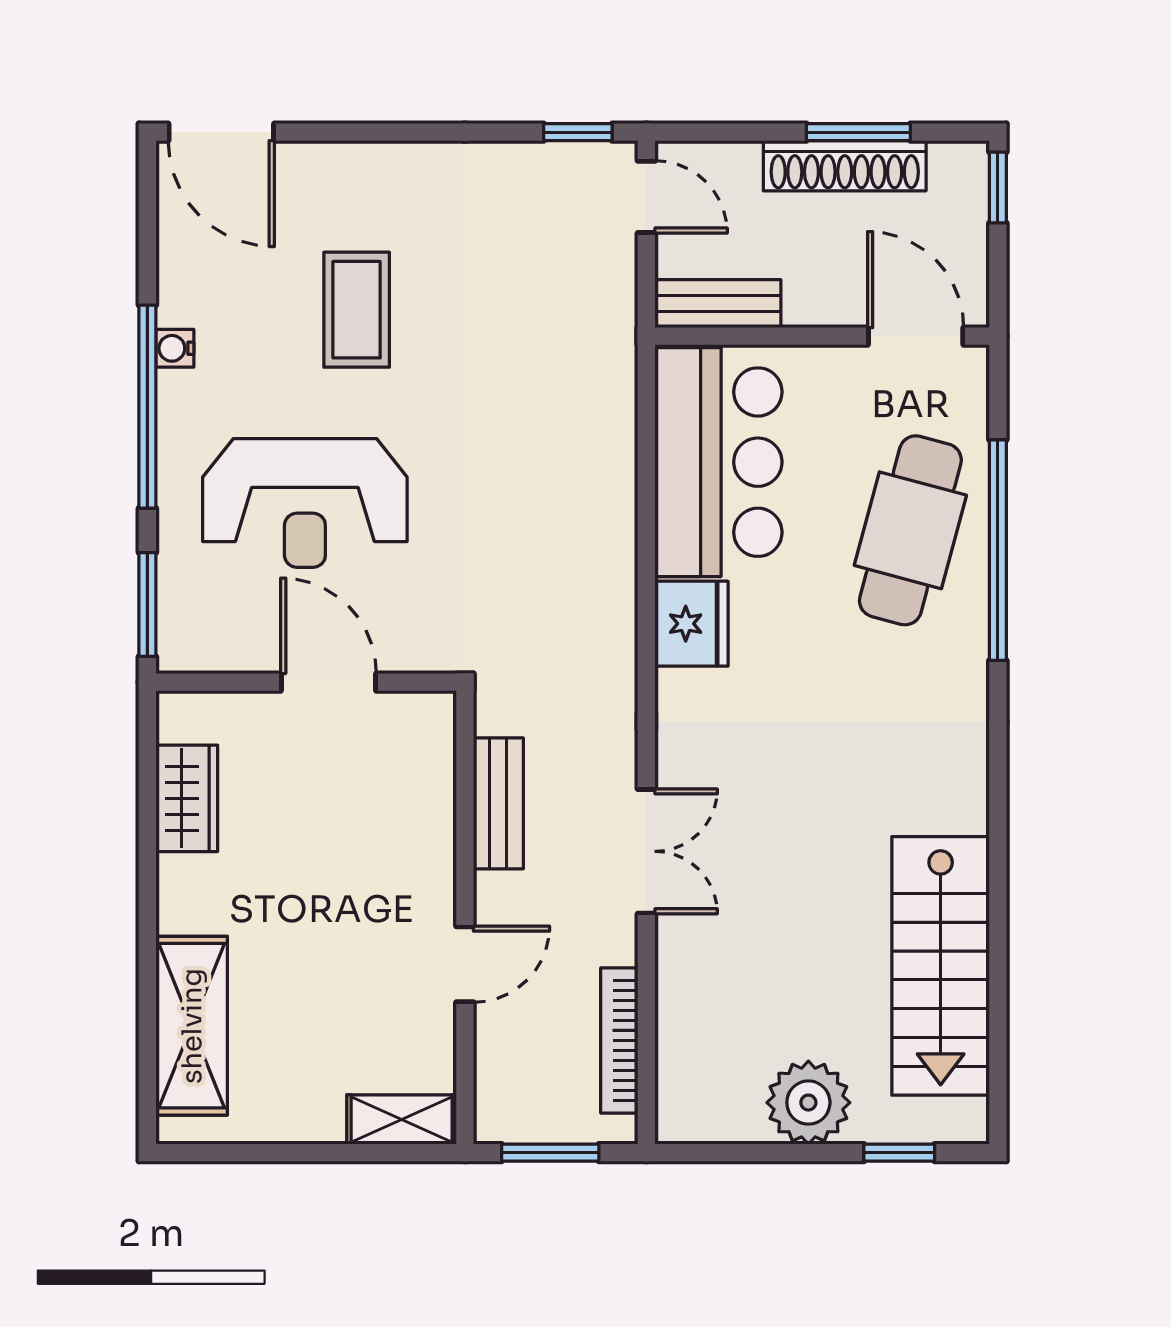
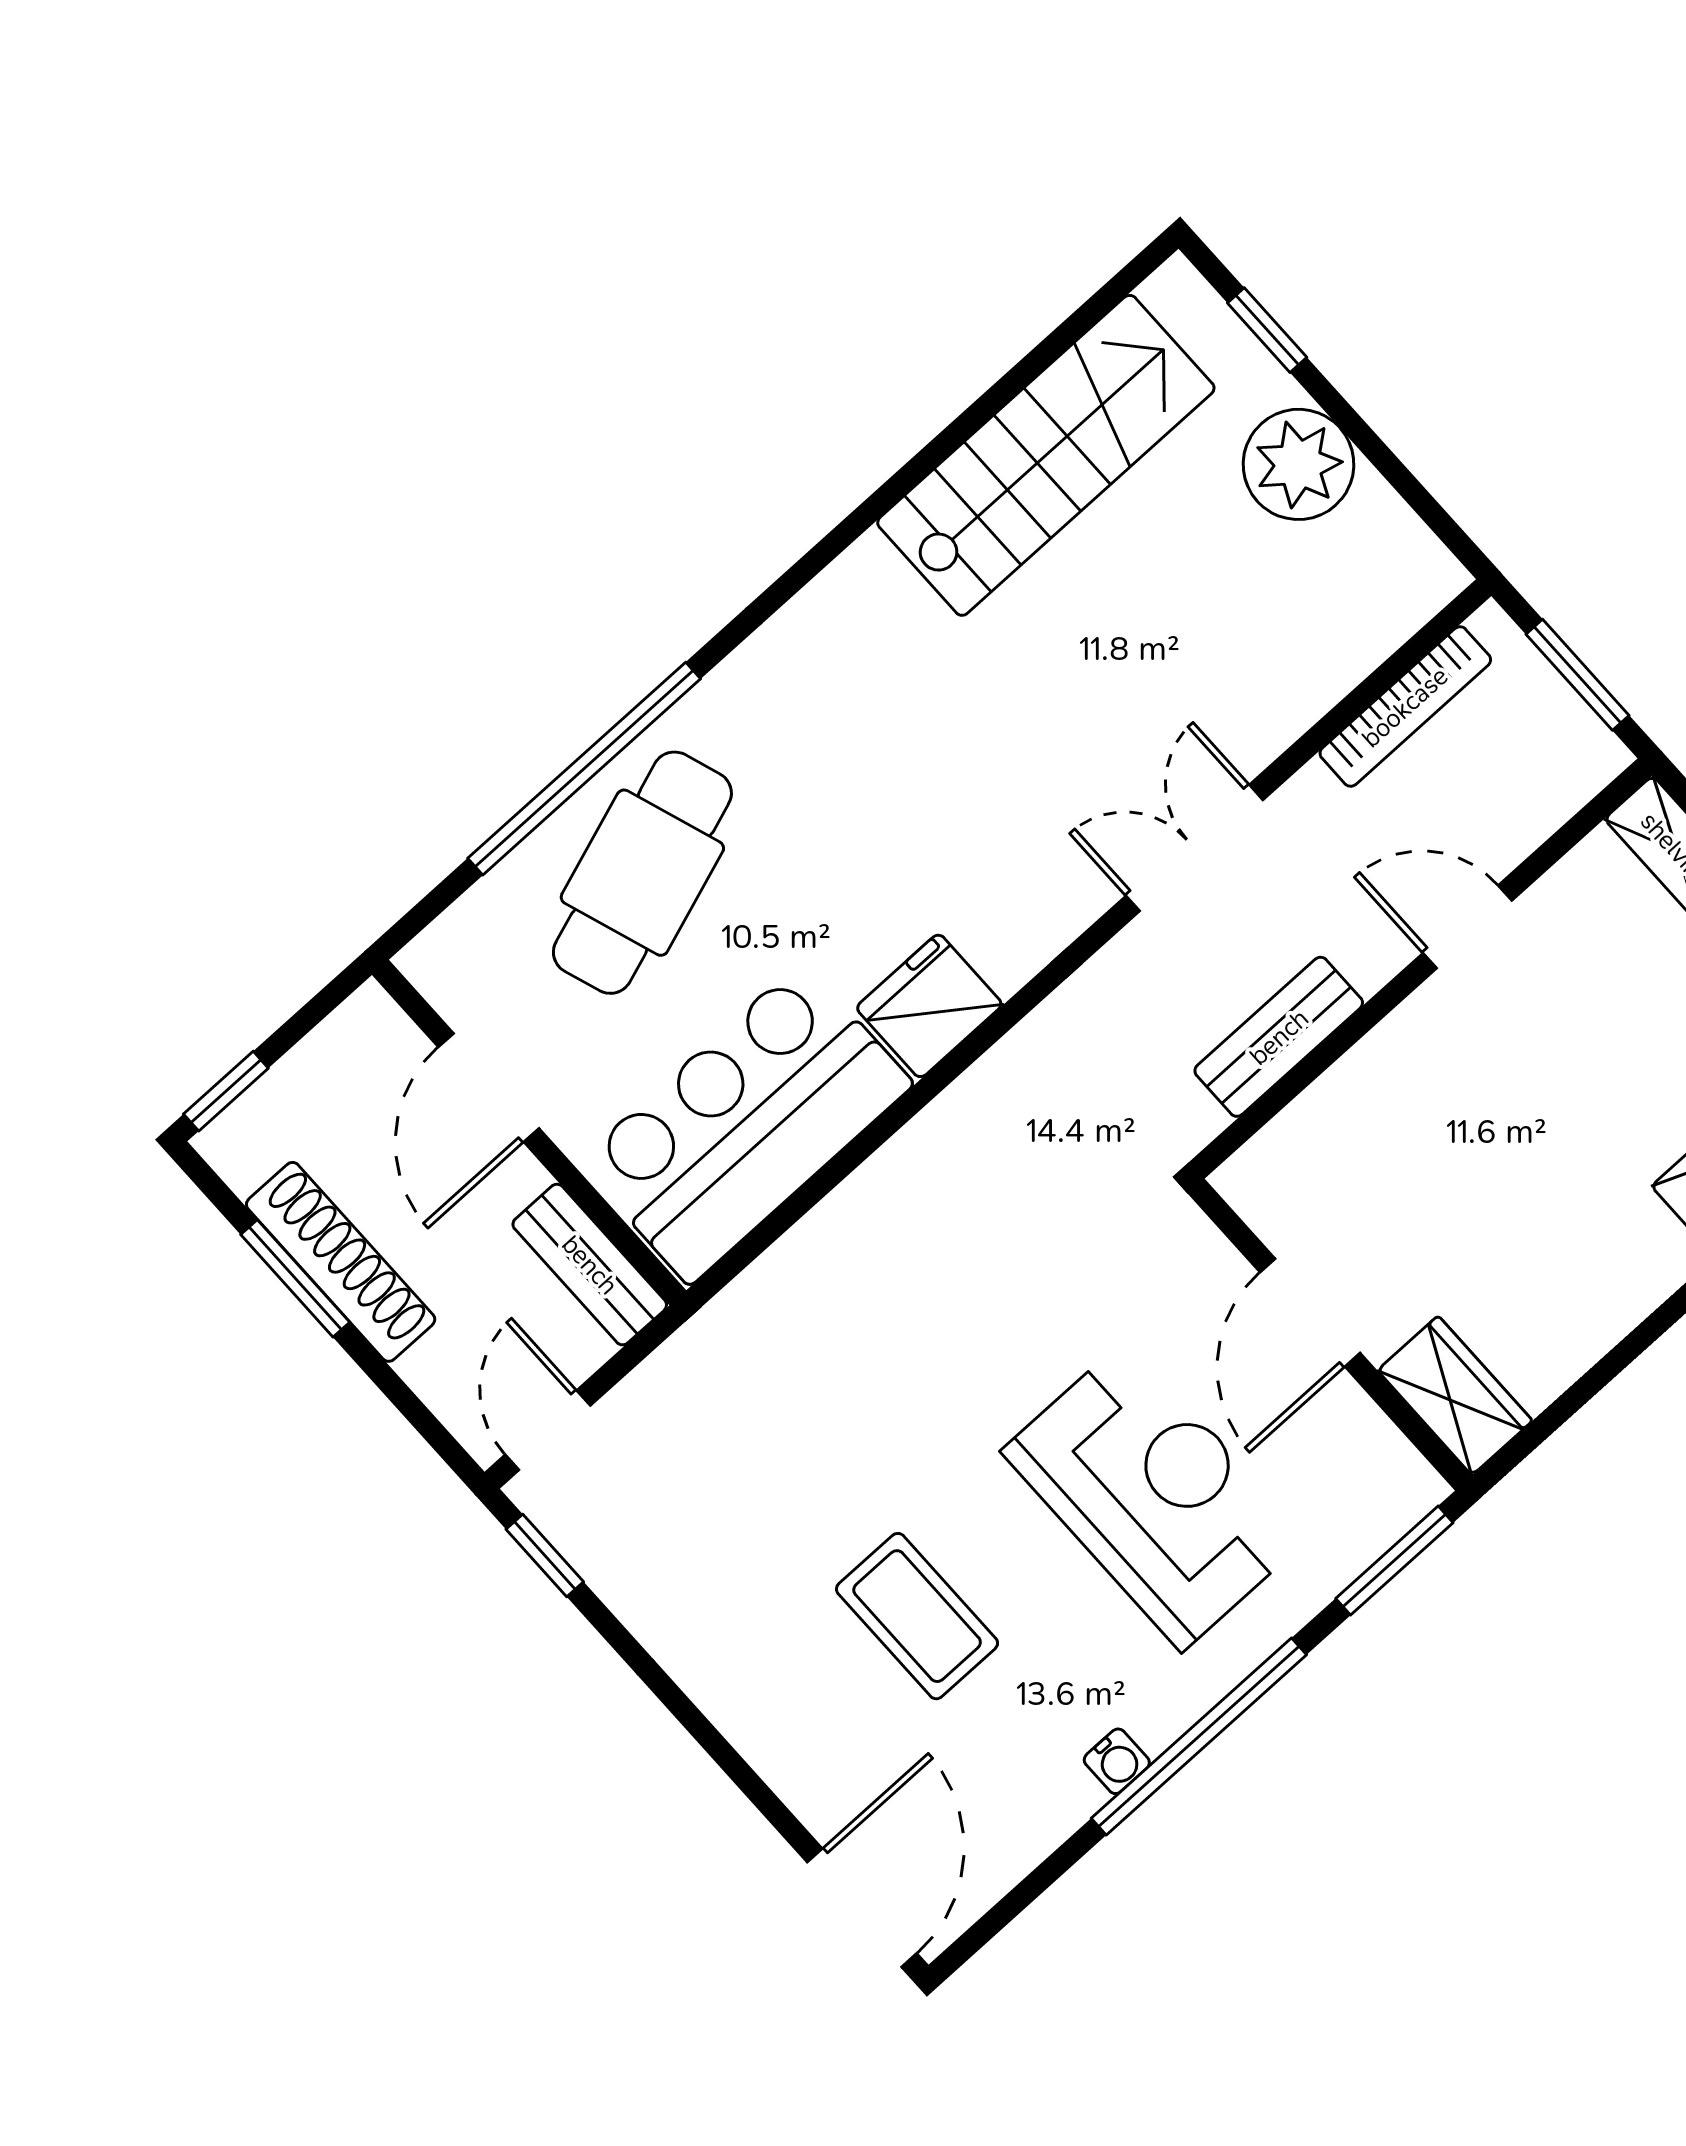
coffee table: (357, 310) -> (917, 1616), turned 90
door: (916, 336) -> (489, 1088), moved
cafe table: (910, 530) -> (642, 873), turned -34
wardrobe: (187, 798) -> (1455, 1395), moved, turned 90

